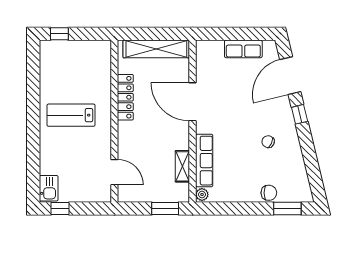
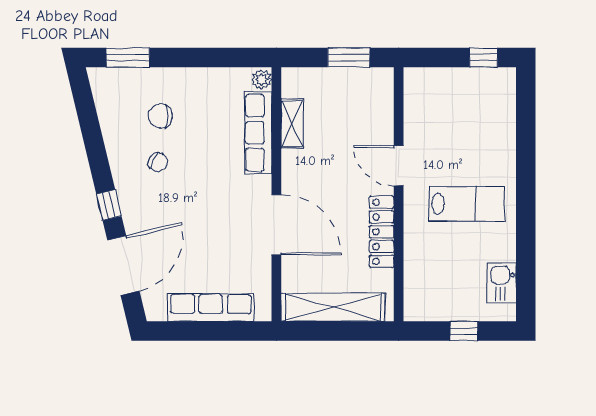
window: (59, 34) -> (464, 331), moved
row of seats: (243, 49) -> (211, 307), width x1.48
door: (114, 172) -> (399, 166), moved
kitchen sink: (49, 188) -> (502, 283), moved
chair: (269, 193) -> (160, 116), moved
window: (165, 209) -> (349, 58), moved

